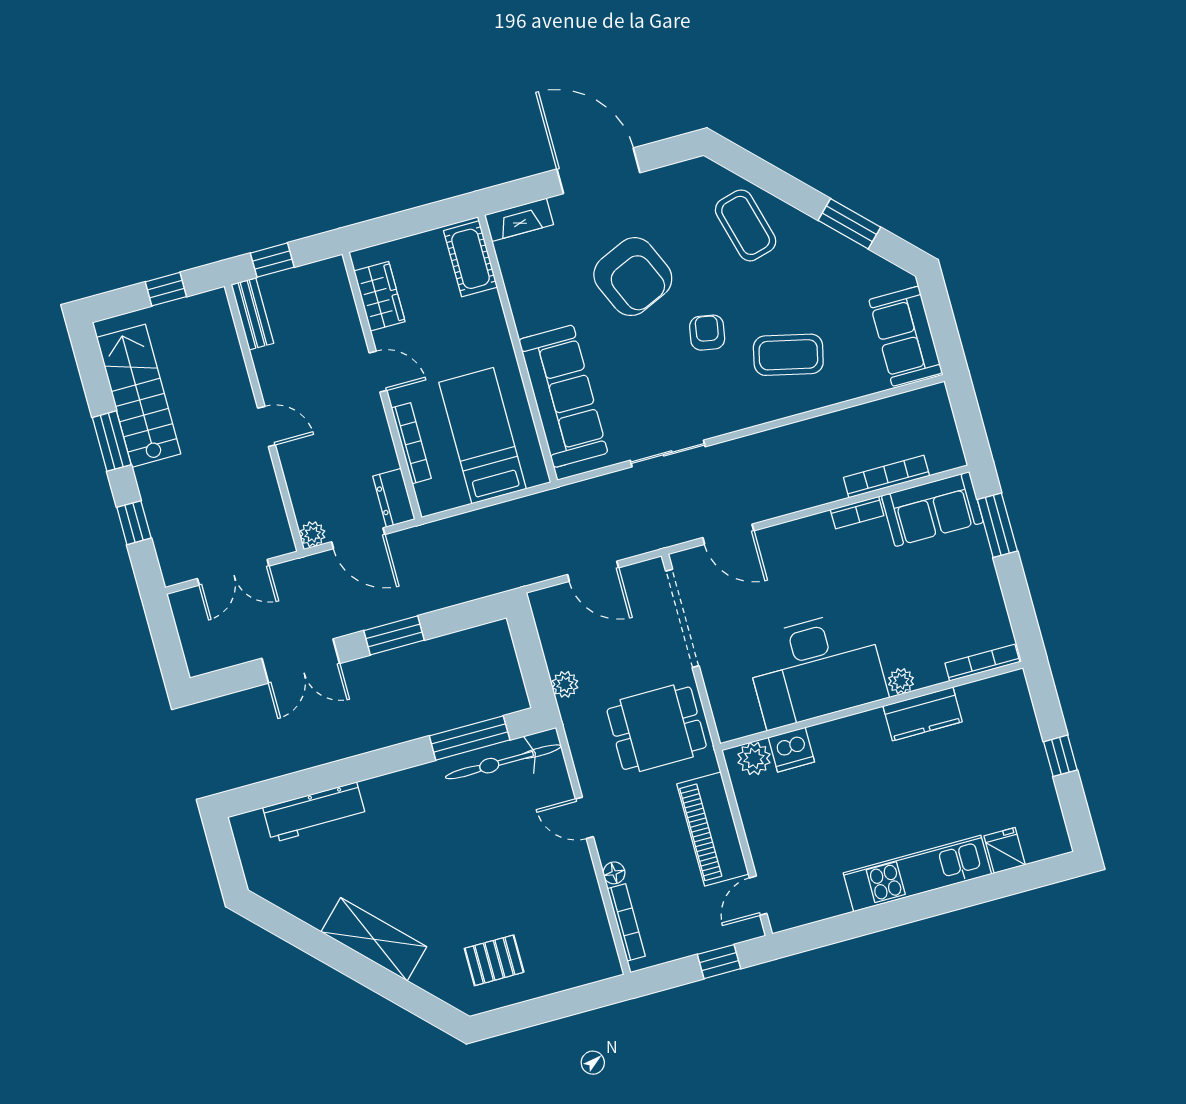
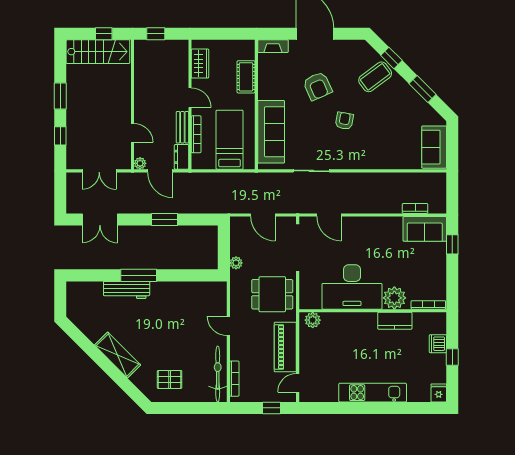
window: (768, 178) -> (391, 58), added
coffee table: (746, 225) -> (375, 77), turned 68
cot: (470, 259) -> (246, 77), moved
armchair: (633, 277) -> (318, 86), width x0.73, depth x0.73
bench: (252, 314) -> (182, 127), moved
coffee table: (788, 355) -> (378, 141), removed
stairs: (139, 396) -> (98, 52), moved, turned 90
door: (267, 426) -> (133, 133), moved
bookcase: (886, 477) -> (415, 208), width x0.64
bookcase: (857, 513) -> (390, 221), removed
window: (997, 525) -> (452, 244), width x0.67
double door: (301, 661) -> (100, 219), moved
plant: (901, 681) -> (394, 298), width x1.87, depth x1.87
window: (470, 738) -> (139, 275), moved
dishwasher: (791, 750) -> (438, 344), moved, turned 90
bicycle: (503, 762) -> (218, 374), moved, turned 90
workbench: (314, 812) -> (127, 290), moved
fridge: (1005, 850) -> (439, 393), moved
floor lamp: (614, 873) -> (235, 355), removed

